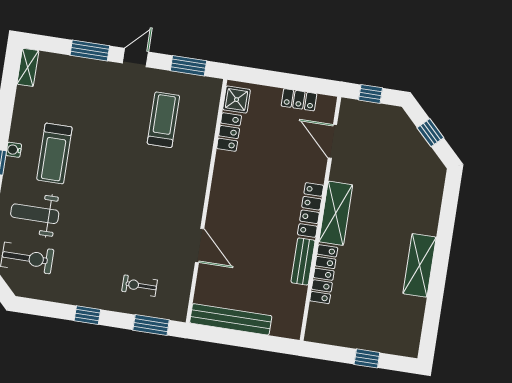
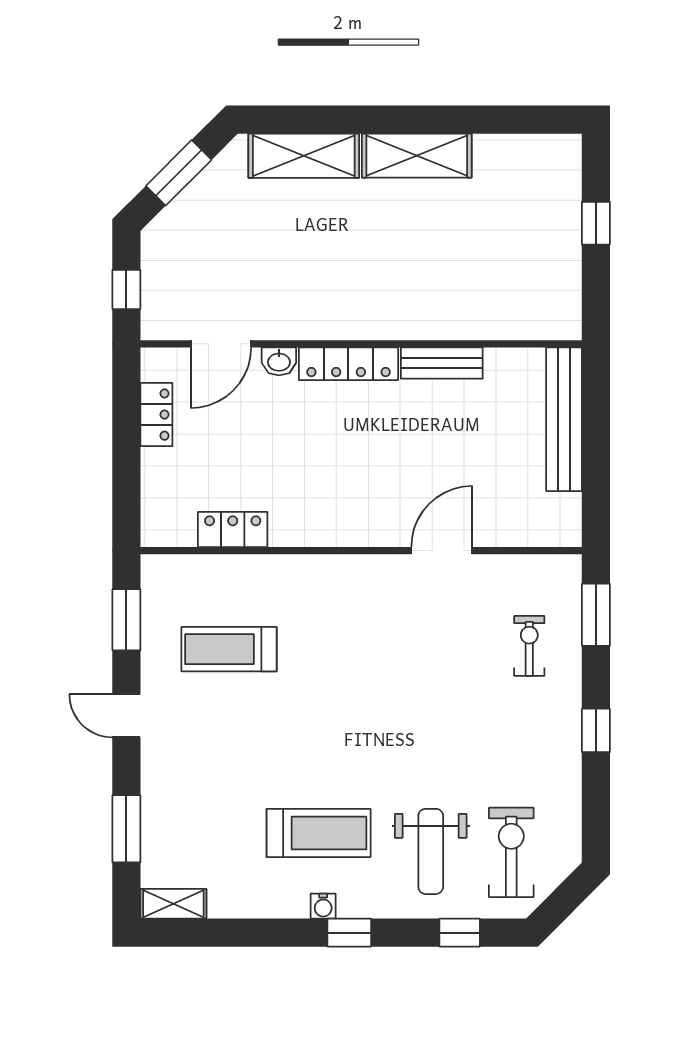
window: (90, 50) -> (126, 829), moved
shower: (237, 100) -> (173, 525), removed
window: (430, 133) -> (179, 173), width x1.50
washbasin: (318, 172) -> (279, 361), added
shelving: (336, 213) -> (304, 156), moved
locker: (324, 274) -> (459, 323), removed
exercise bike: (140, 286) -> (529, 646), turned 180
bench: (231, 319) -> (564, 419), moved

